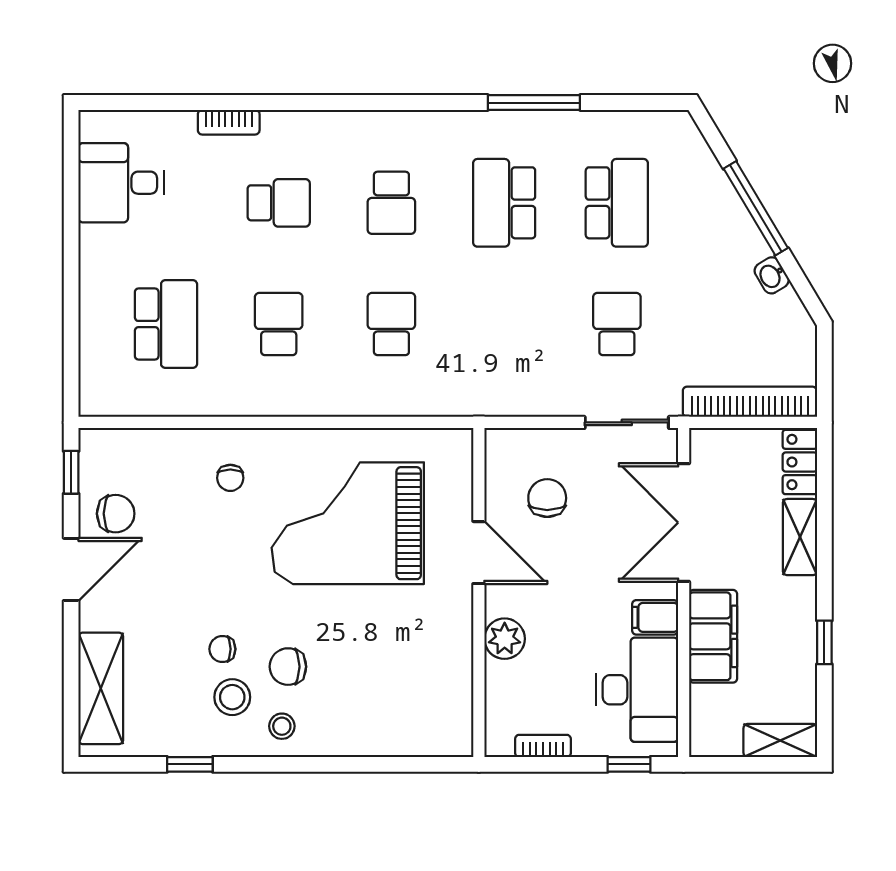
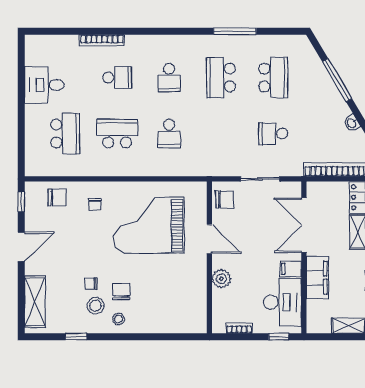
bookcase: (229, 122) -> (102, 40), width x1.56
desk: (121, 183) -> (44, 85), moved
washbasin: (772, 275) -> (352, 123), moved
school desk: (279, 324) -> (117, 134), width x1.85
school desk: (391, 324) -> (169, 134), turned 180
school desk: (617, 324) -> (273, 134), turned -90
sliding door: (627, 422) -> (260, 179), moved
chair: (547, 498) -> (225, 199), moved, turned 90
chair: (116, 514) -> (57, 197), moved
chair: (288, 667) -> (121, 292), turned 90

